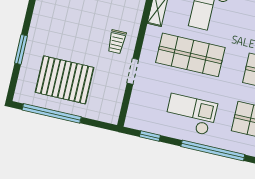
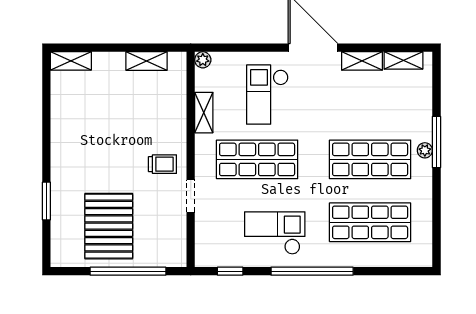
trolley: (117, 42) -> (162, 164), turned -90
pallet: (64, 80) -> (109, 226), turned 90
window: (52, 113) -> (128, 271), moved

